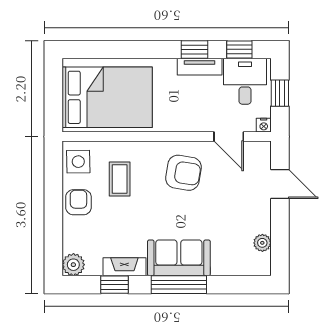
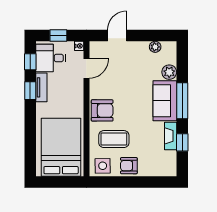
armchair: (184, 173) -> (102, 110), moved, turned 81
coffee table: (120, 179) -> (114, 139), width x1.36, depth x1.30
plant: (73, 265) -> (169, 72), moved

